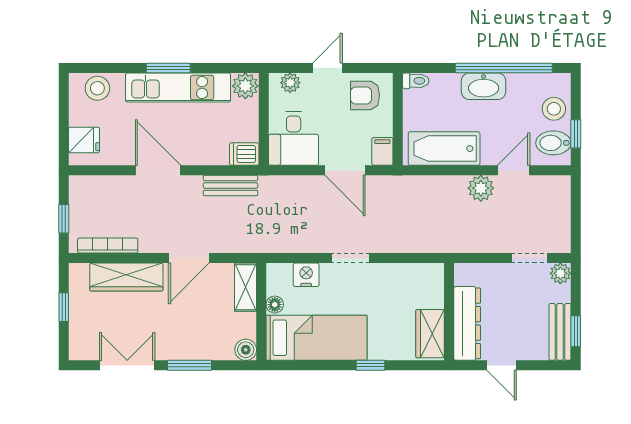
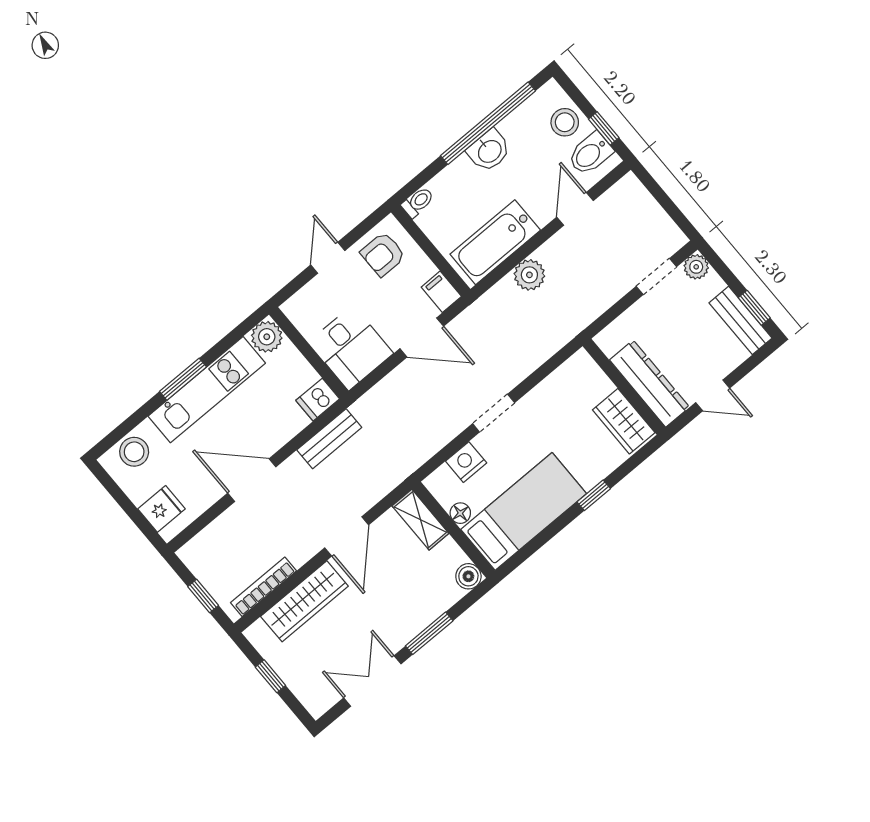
plant: (290, 83) -> (305, 300), removed
washbasin: (484, 86) -> (489, 151), width x0.72
plant: (481, 188) -> (529, 275), moved

